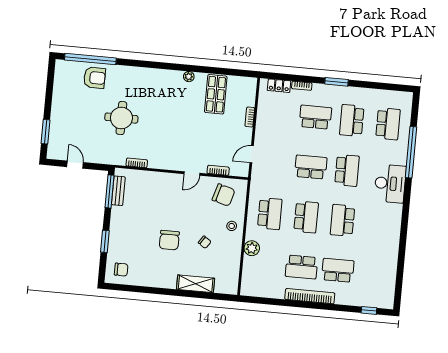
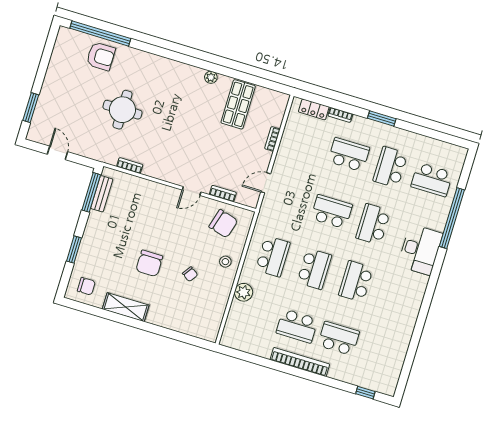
school desk: (388, 124) -> (432, 180), turned 90
school desk: (347, 170) -> (373, 224), turned 180
shelving: (196, 284) -> (126, 307), moved

